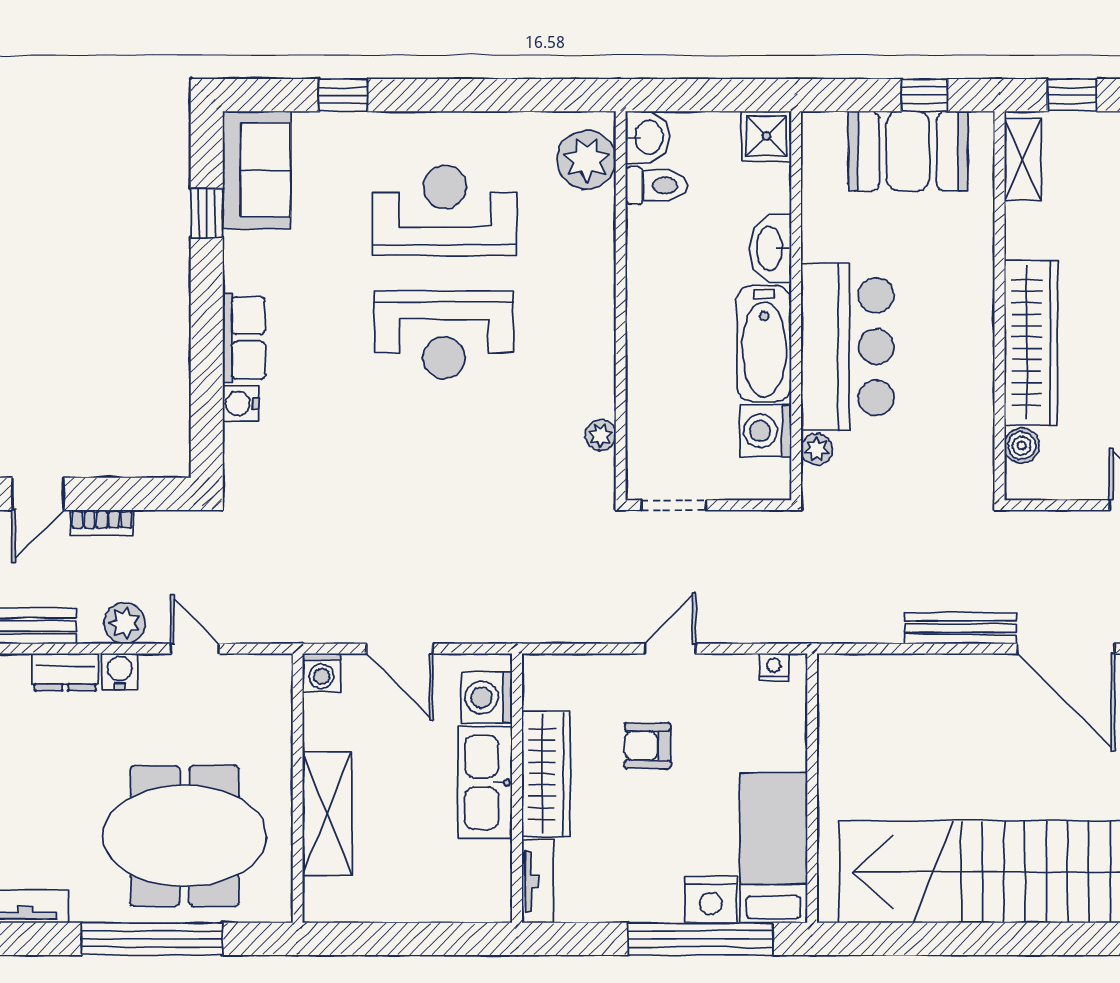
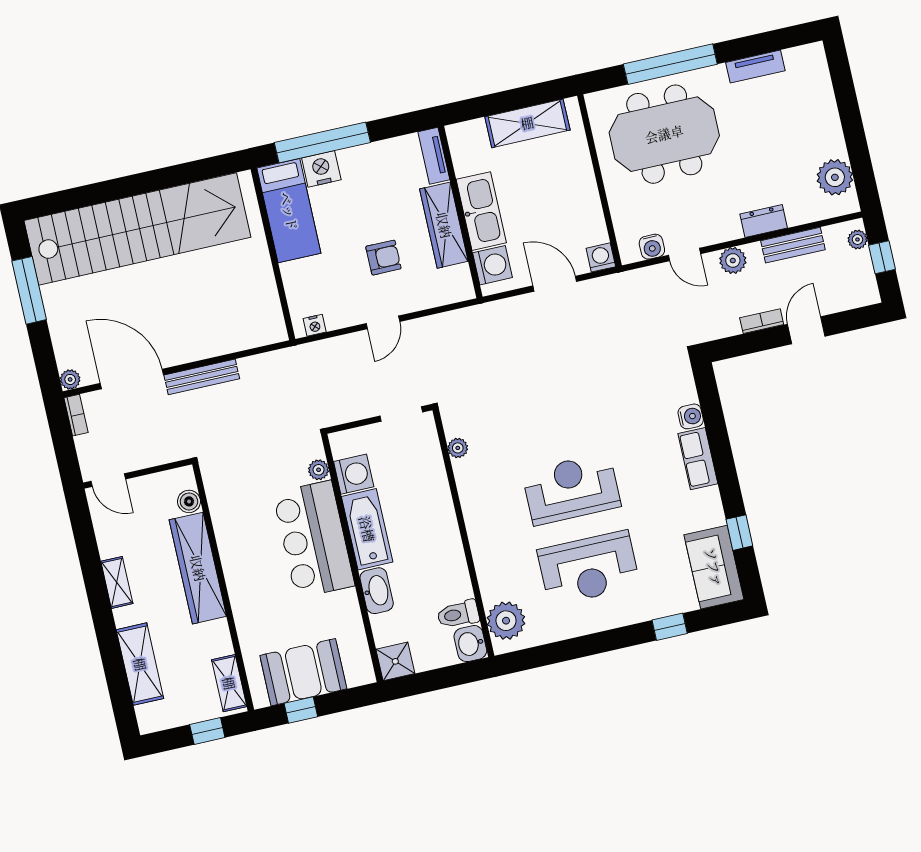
water cooler: (120, 671) -> (652, 247), moved
shelving: (327, 814) -> (527, 123), moved, turned 90

